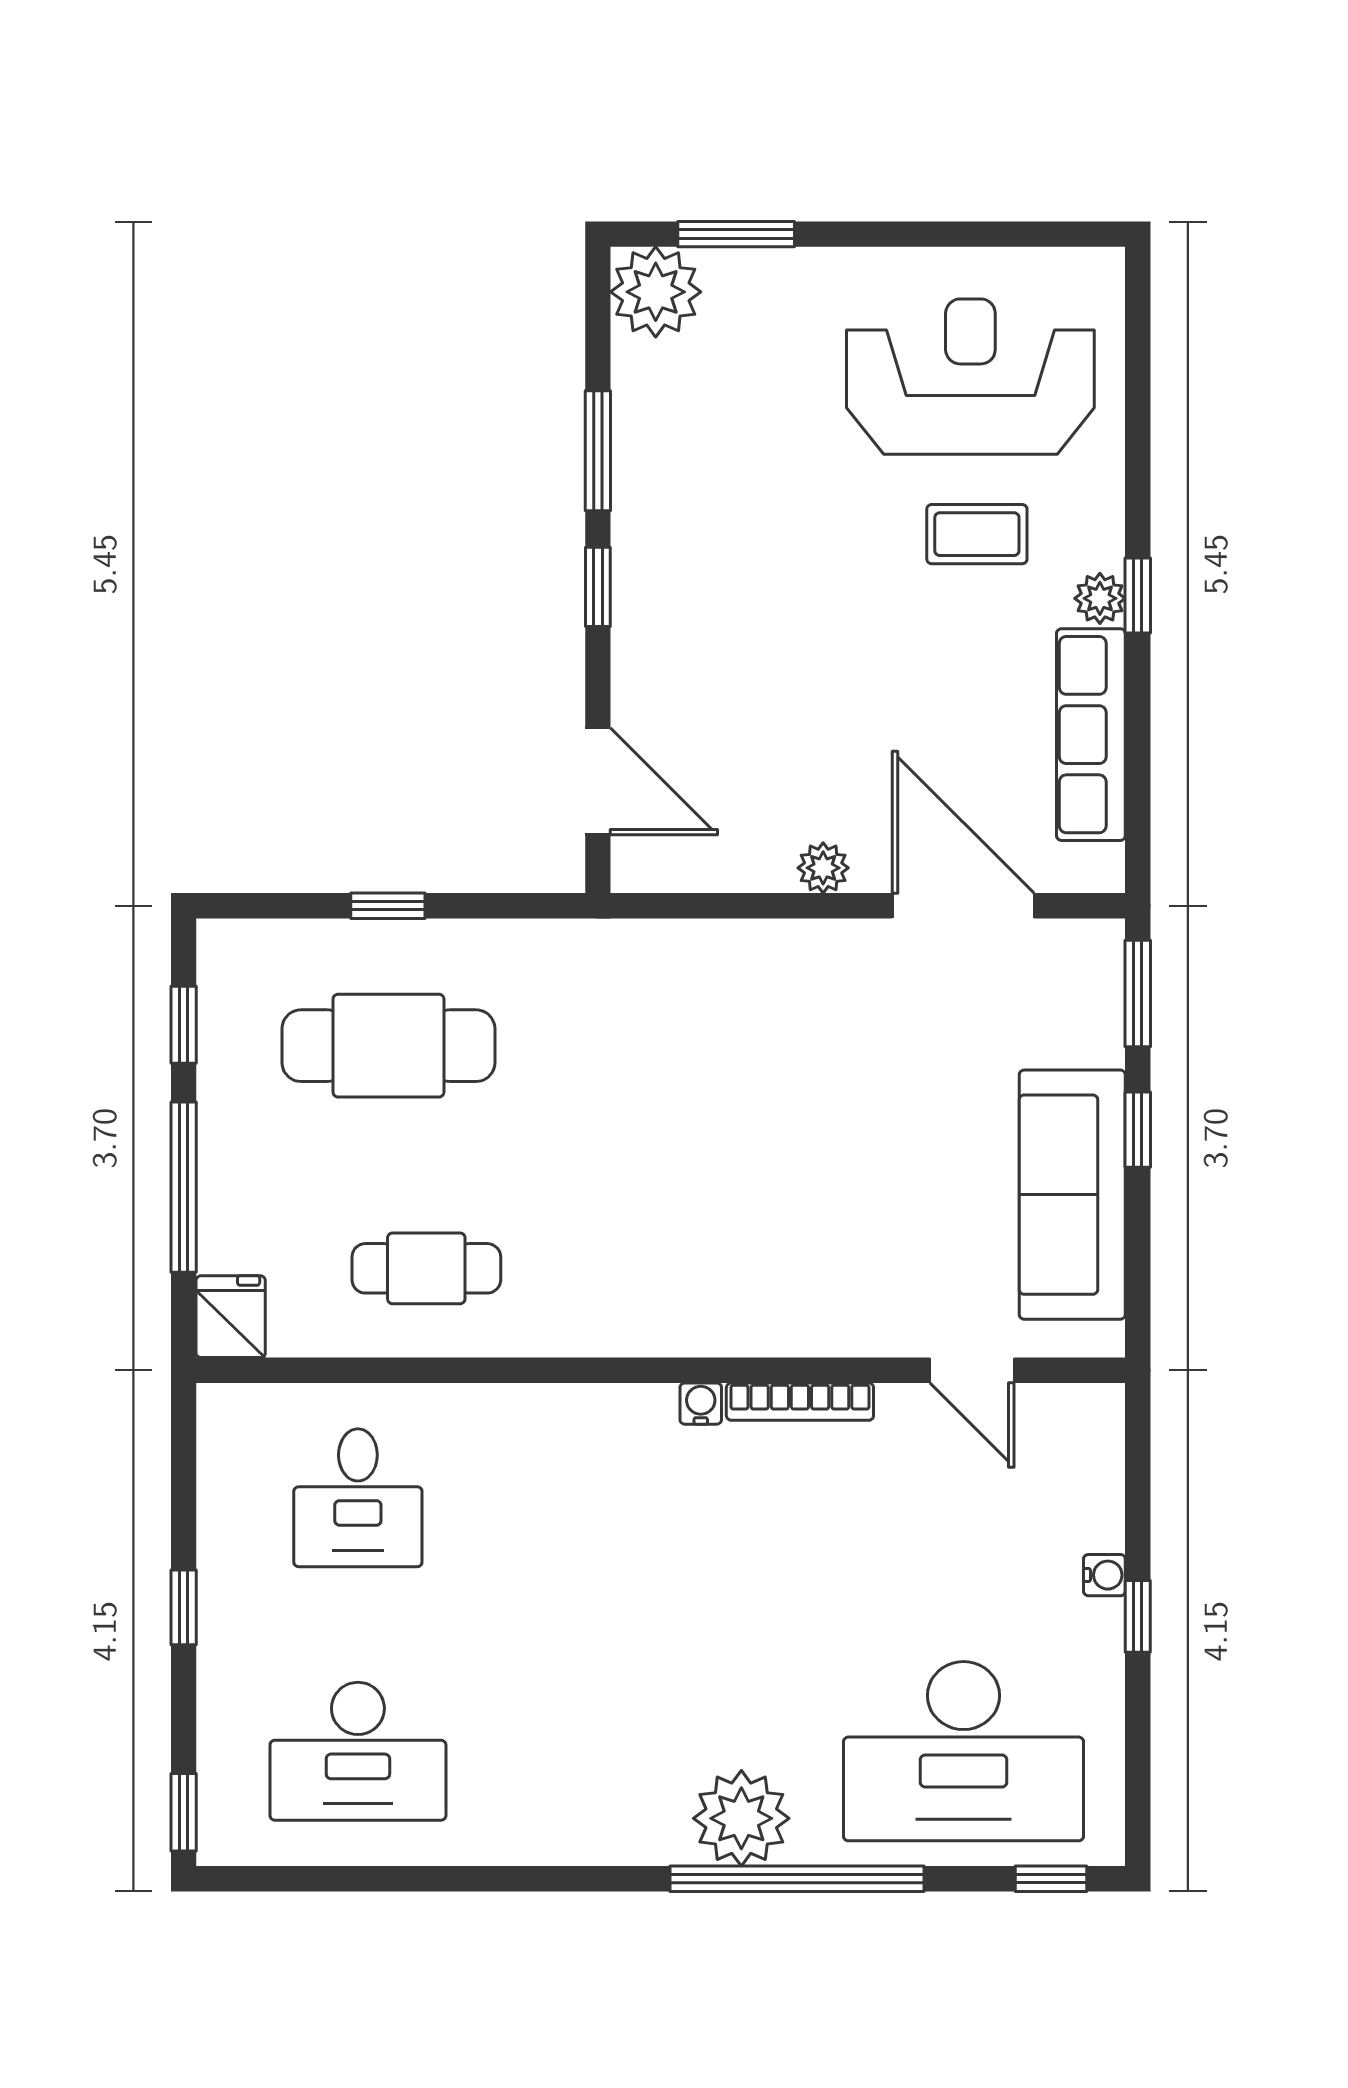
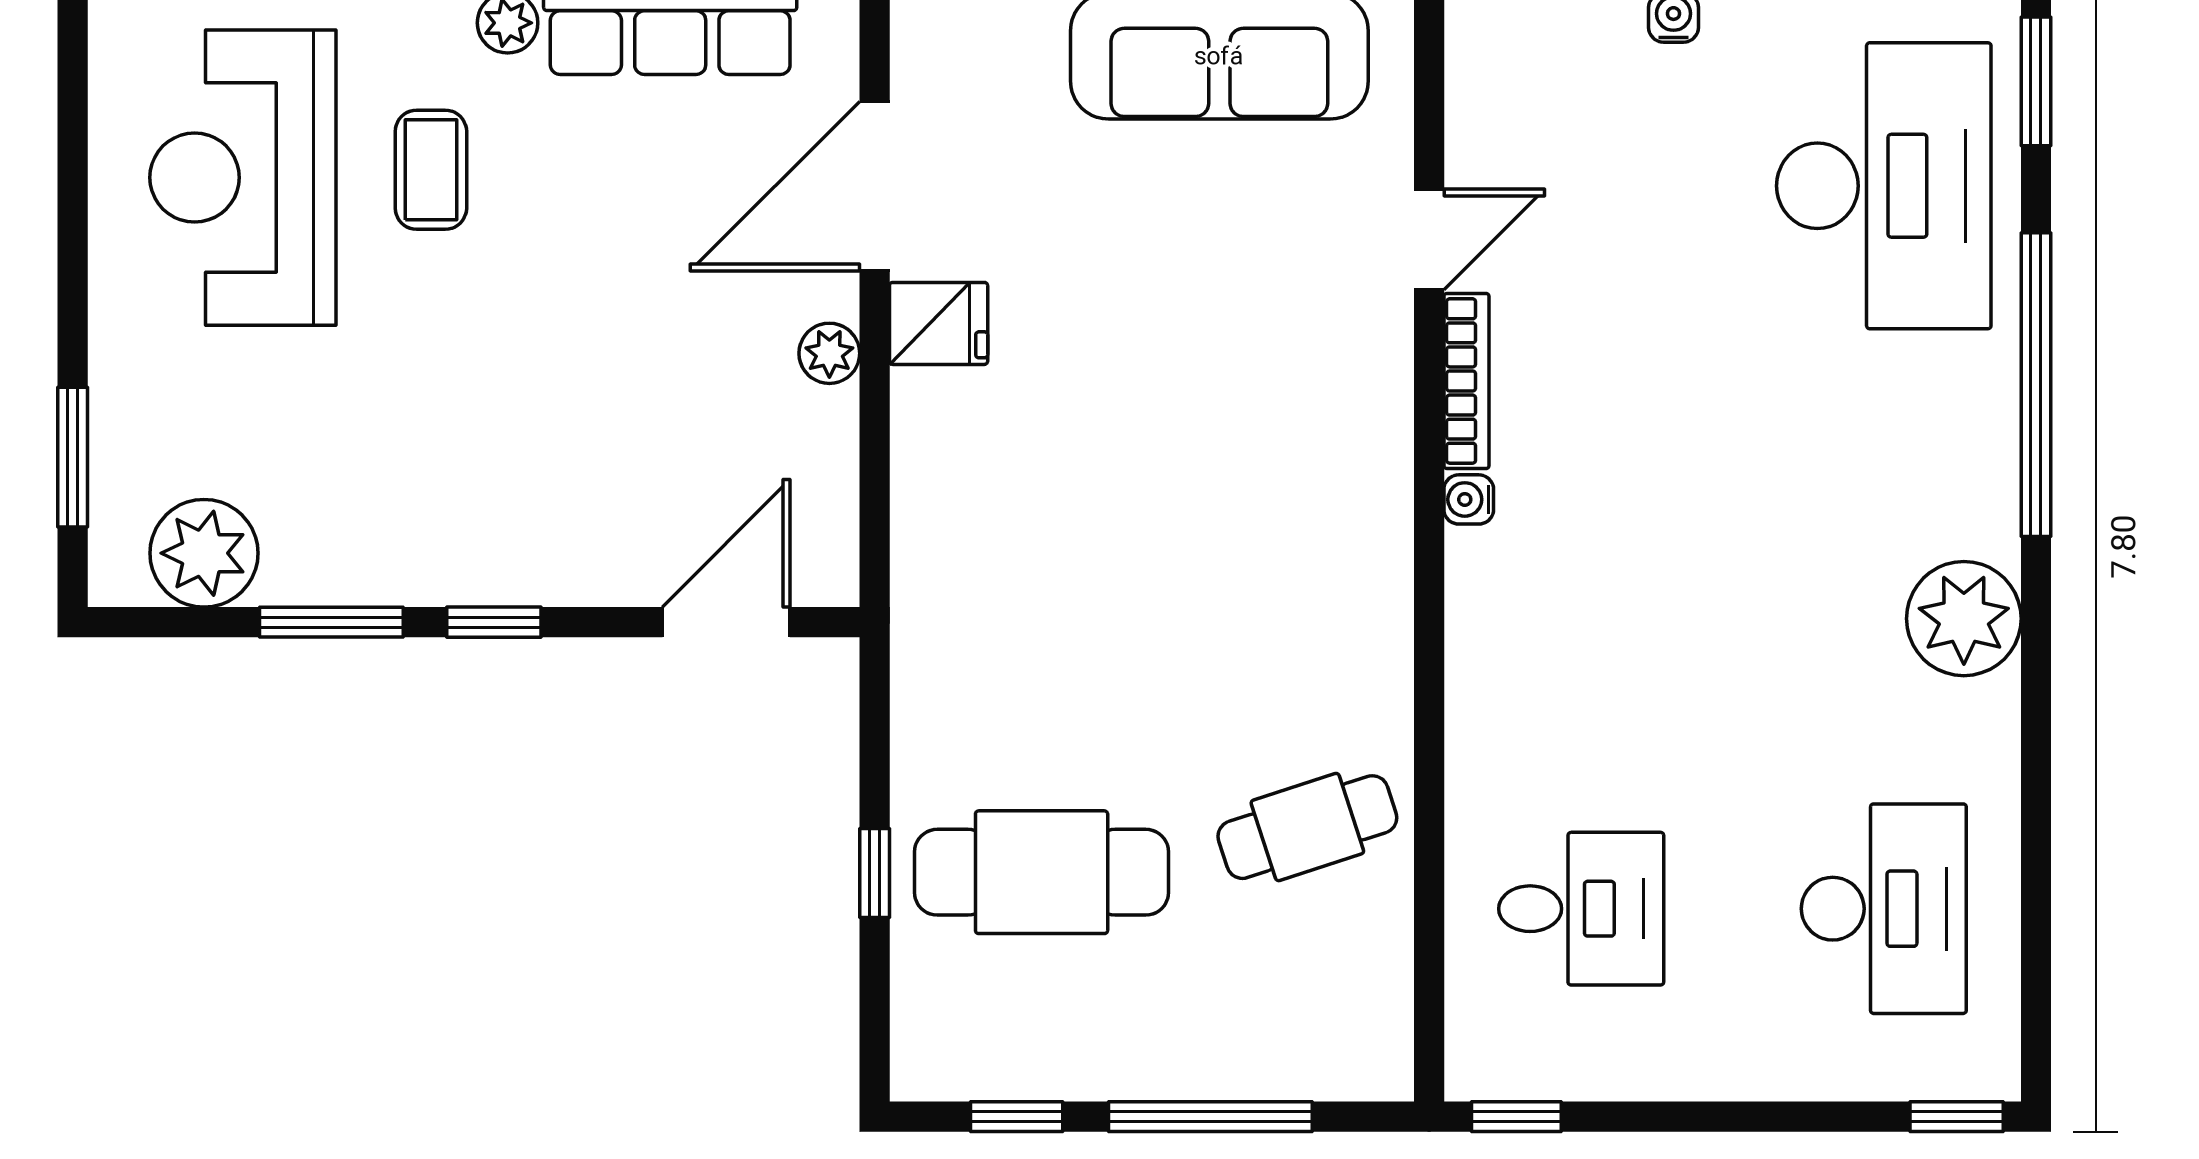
plant: (656, 292) -> (204, 553), moved
cafe table: (388, 1046) -> (1042, 872), turned 90
cafe table: (426, 1268) -> (1307, 827), turned 72
fridge: (231, 1317) -> (939, 323), moved, turned 180
door: (972, 1370) -> (1429, 239), moved
window: (184, 1607) -> (1516, 1117), moved
plant: (741, 1818) -> (1964, 619), moved
window: (1051, 1879) -> (2036, 81), width x1.50

